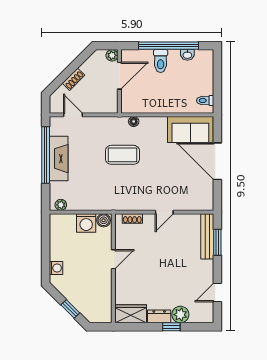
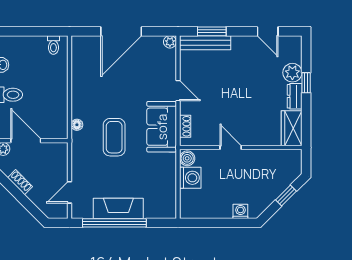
shoe rack: (74, 79) -> (20, 182), moved
sofa: (190, 129) -> (162, 127), moved, turned 180
plant: (61, 205) -> (170, 42), moved

